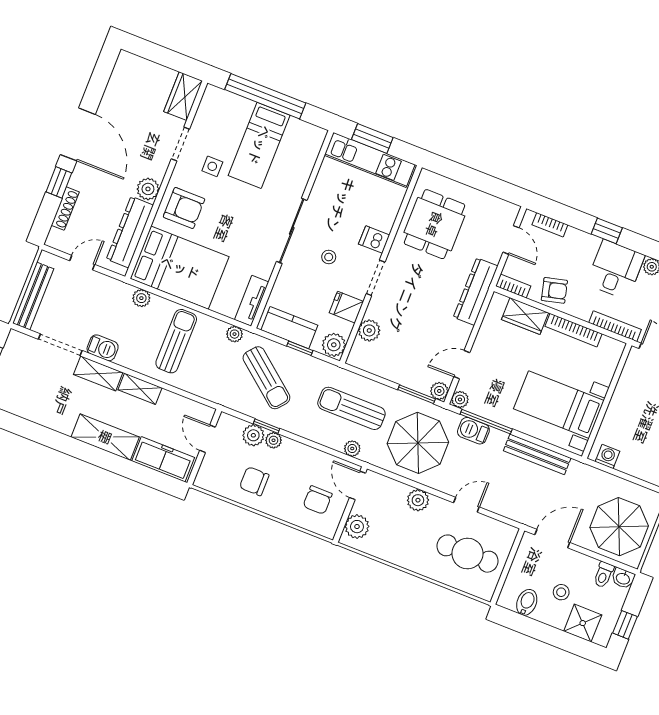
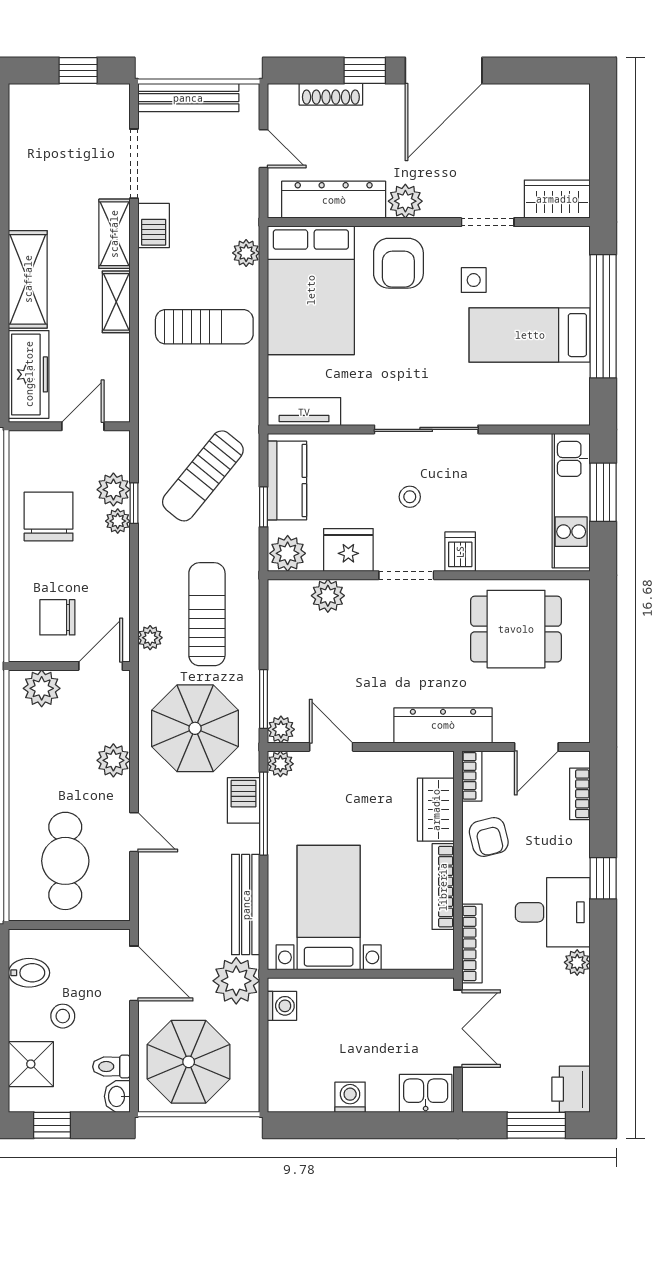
fridge: (346, 307) -> (348, 550), width x1.38
plant: (235, 334) -> (236, 981), moved, width x1.88, depth x1.88
chair: (254, 481) -> (49, 516), width x1.37, depth x1.37

